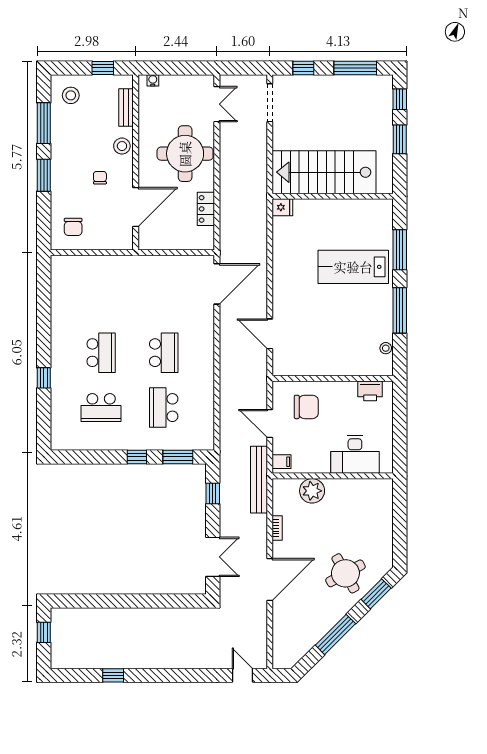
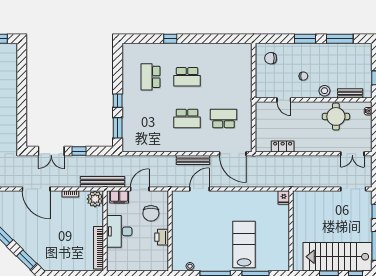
stool: (71, 95) -> (358, 57), removed
round table: (185, 154) -> (336, 116), moved, width x0.73, depth x0.73
stairs: (324, 172) -> (338, 257), moved, turned -90
door: (136, 207) -> (284, 100), width x0.53
bench: (226, 344) -> (193, 160), added
printer: (370, 391) -> (162, 237), moved
school desk: (164, 408) -> (224, 118), moved
desk: (355, 455) -> (119, 231), moved
filing cabinet: (282, 462) -> (119, 197), width x2.00
bookcase: (358, 486) -> (98, 248), added
plant: (312, 491) -> (95, 199), moved
window: (213, 493) -> (79, 151), moved
round table: (345, 573) -> (40, 239), removed

